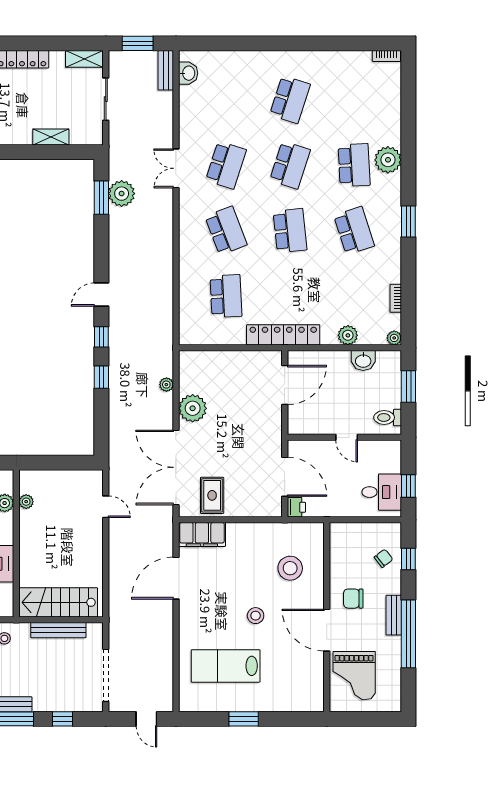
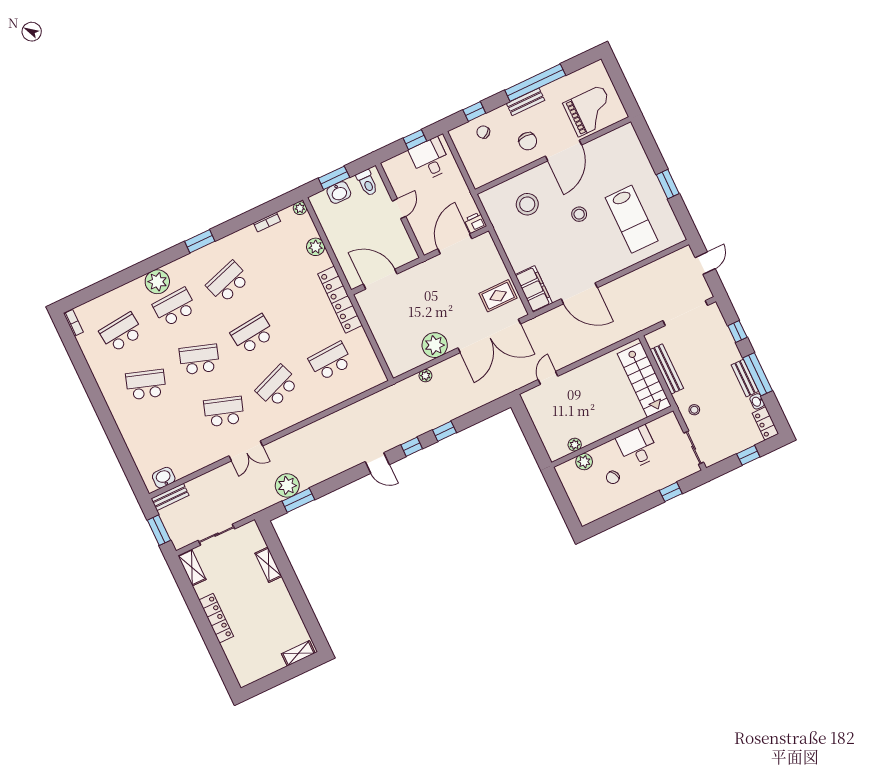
school desk: (354, 100) -> (121, 332), added
washbasin: (363, 360) -> (339, 193), moved, turned 90

